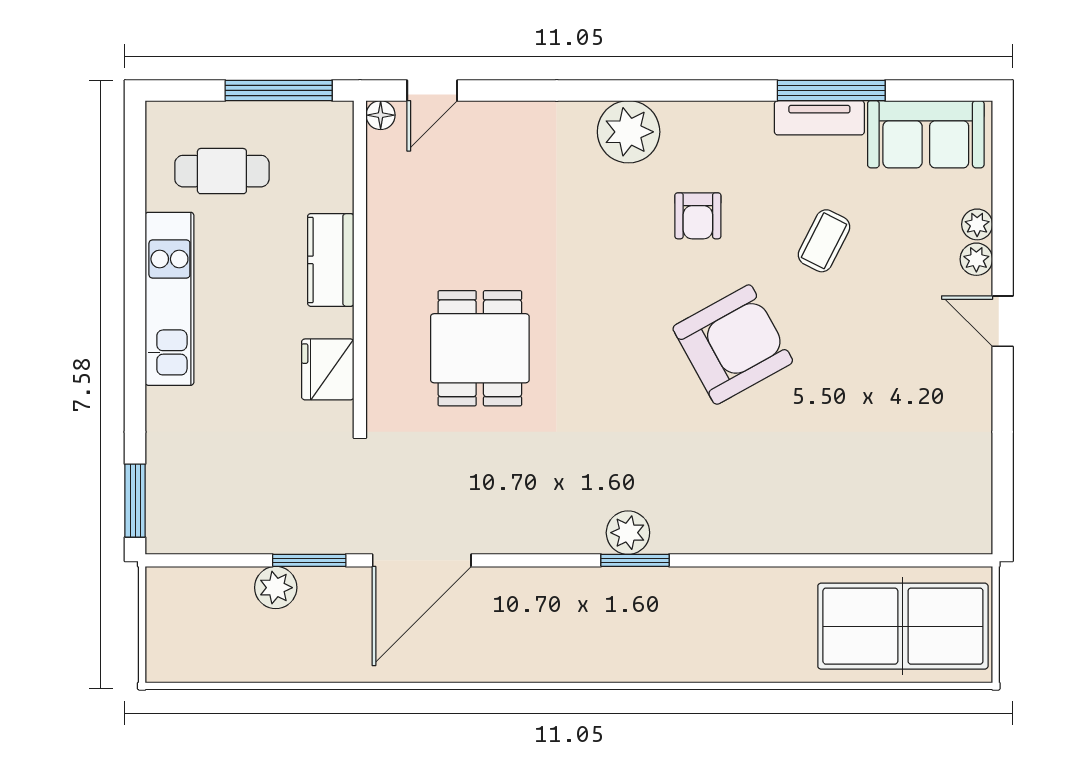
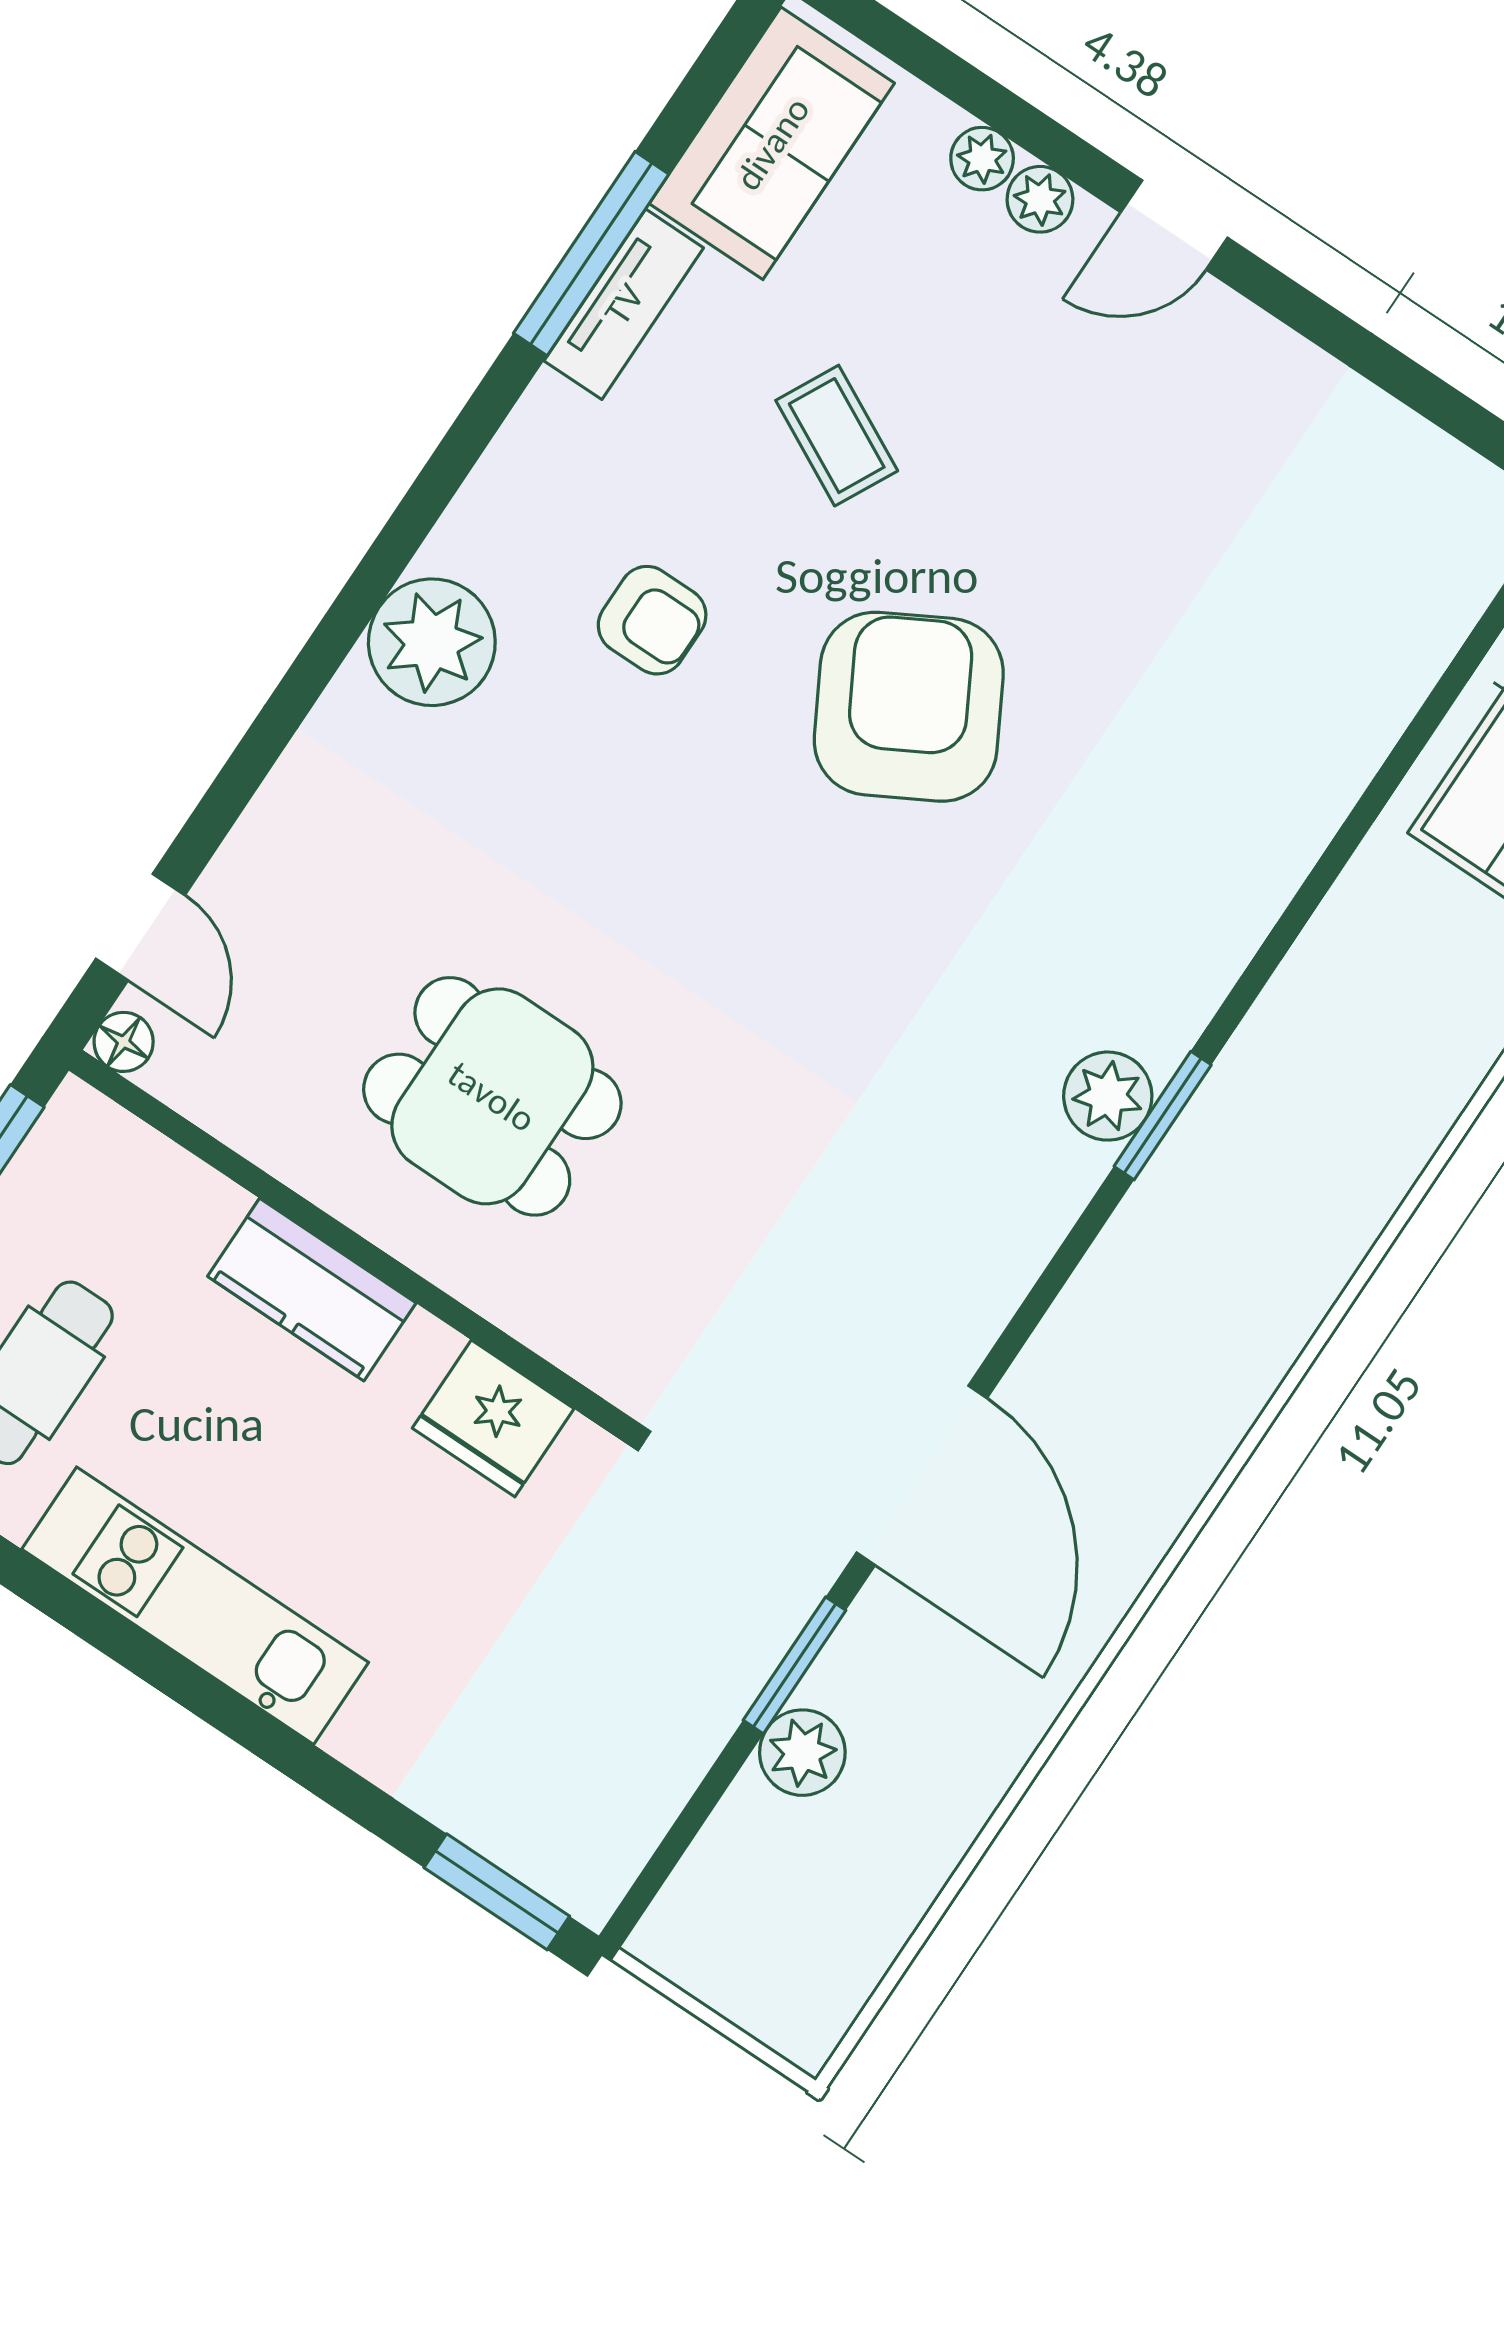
dining table: (480, 348) -> (492, 1096), moved

